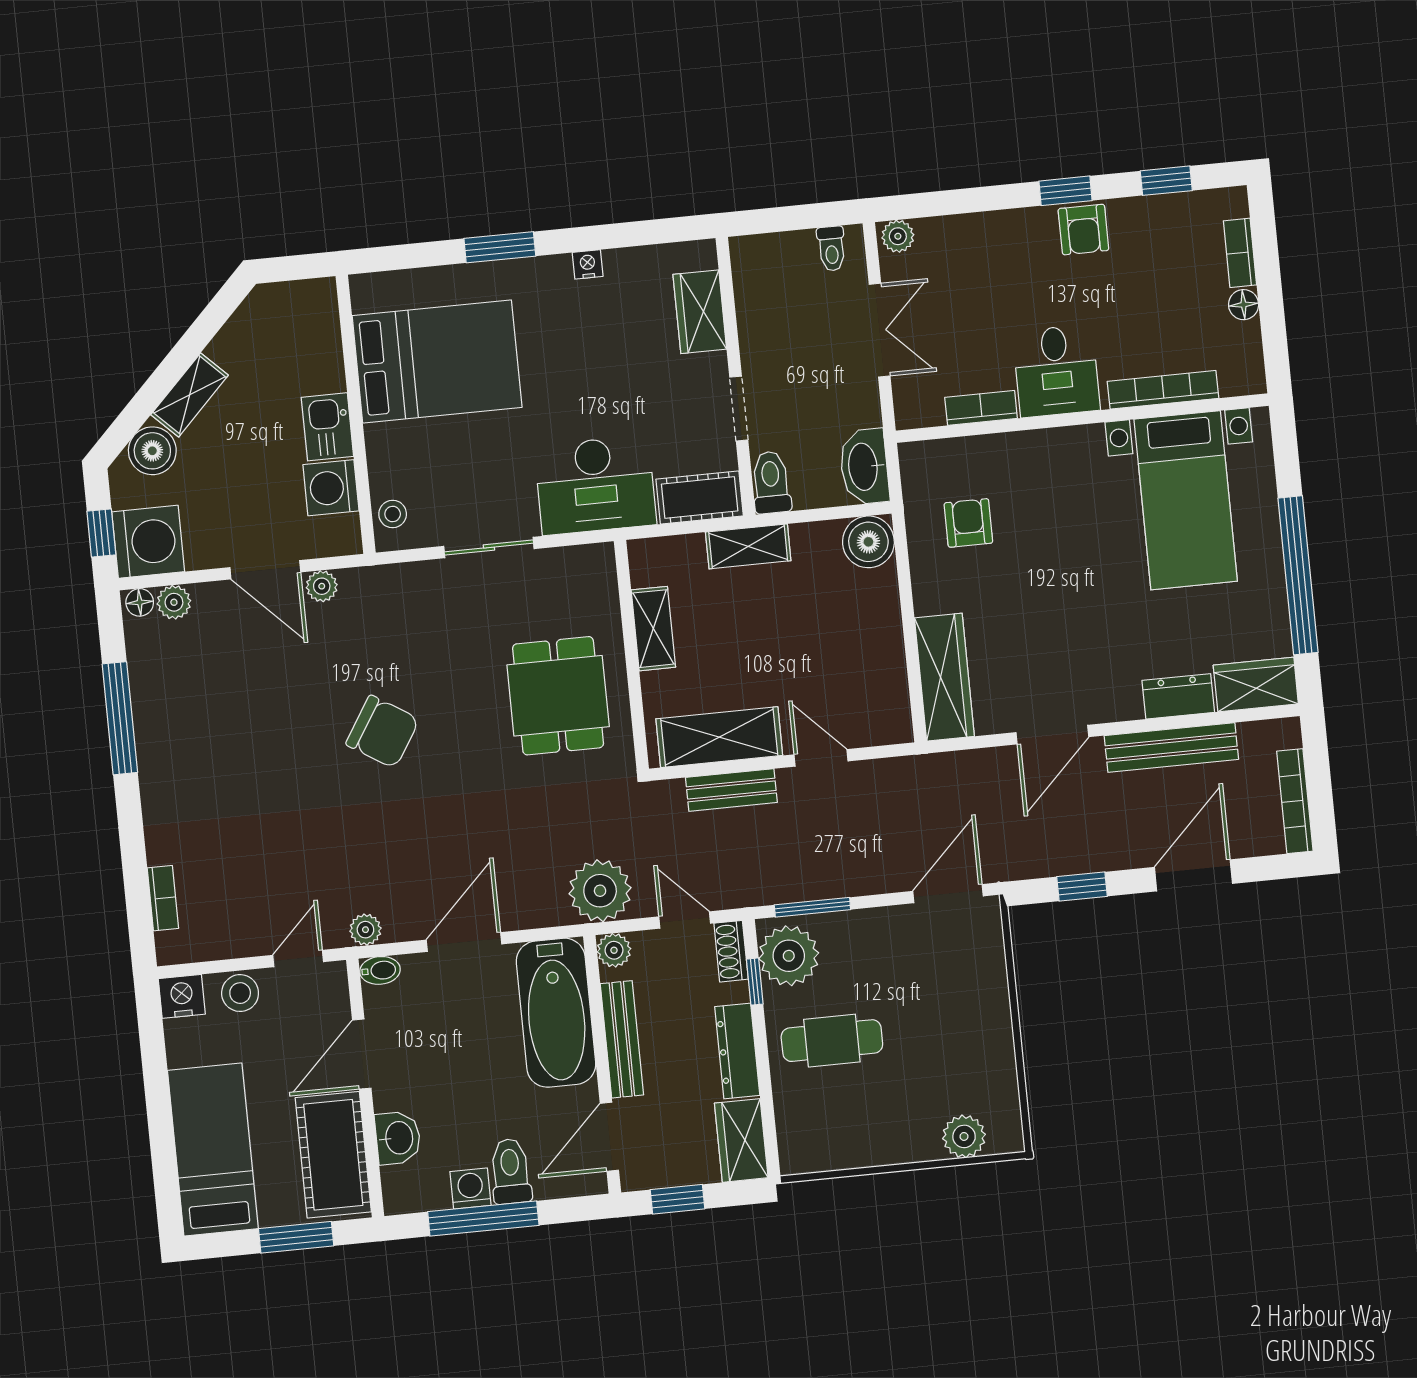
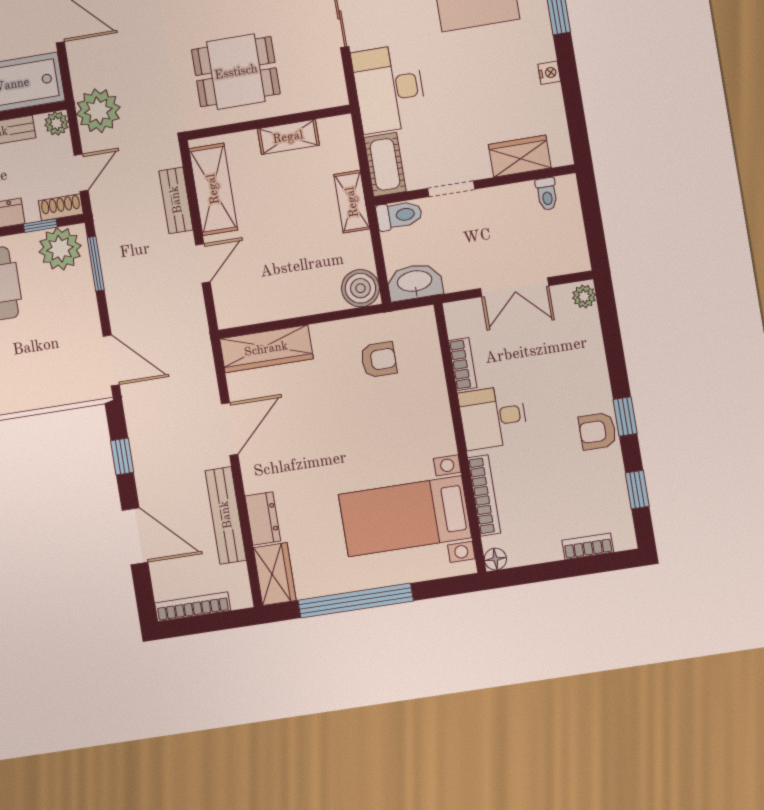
toilet: (831, 249) -> (547, 194), moved, turned -90
floor lamp: (1244, 305) -> (495, 559), moved
door: (1052, 735) -> (230, 429), swing flipped

